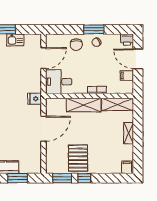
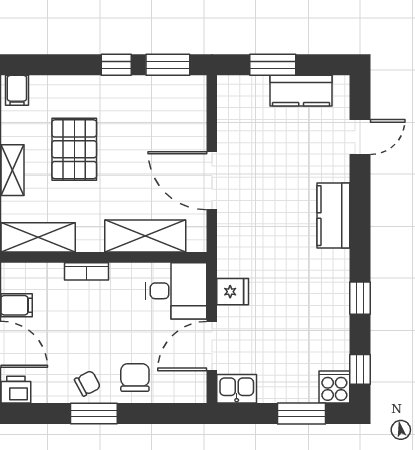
kitchen sink: (15, 40) -> (237, 389), moved
fridge: (35, 99) -> (233, 292), moved
shelving: (84, 105) -> (145, 236), moved
door: (43, 129) -> (212, 181), hinge flipped
pallet: (78, 158) -> (74, 149), moved

